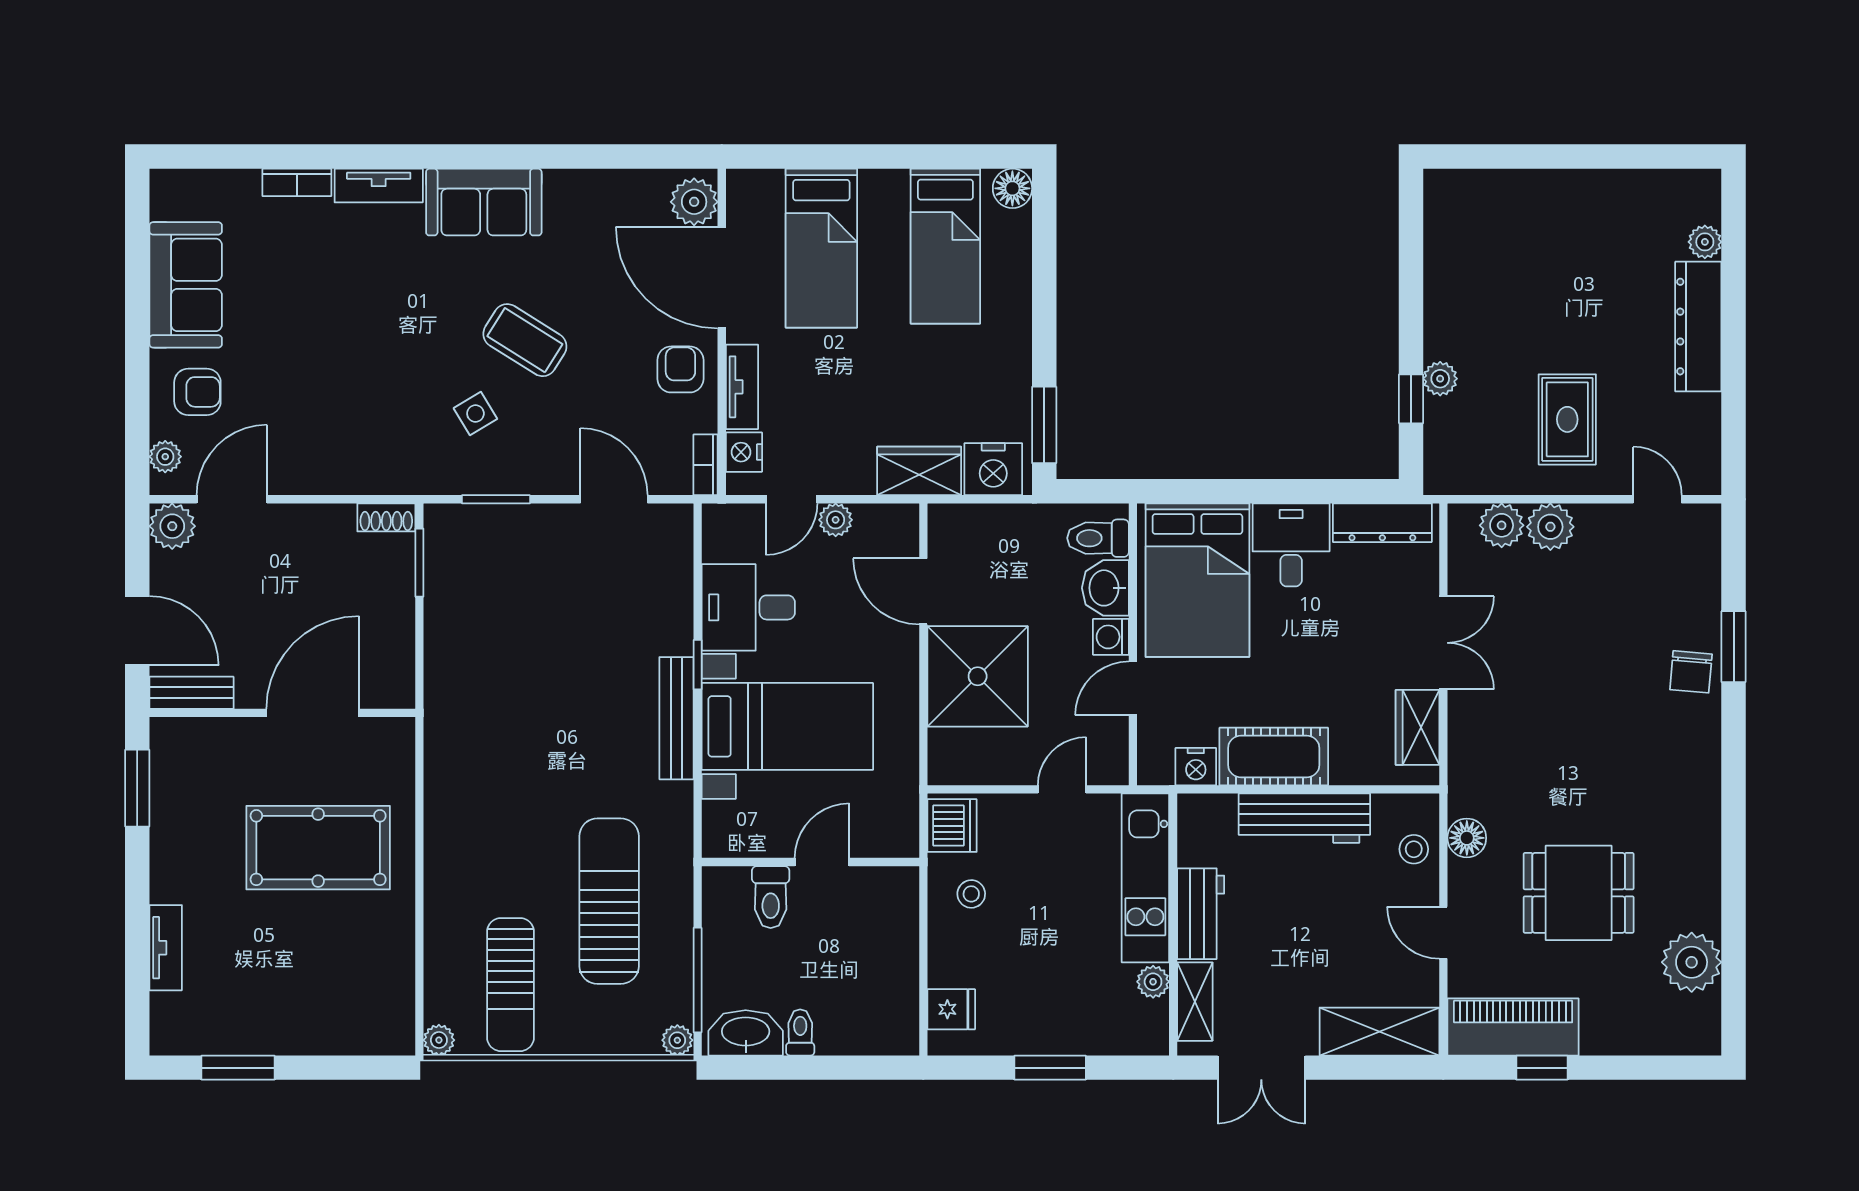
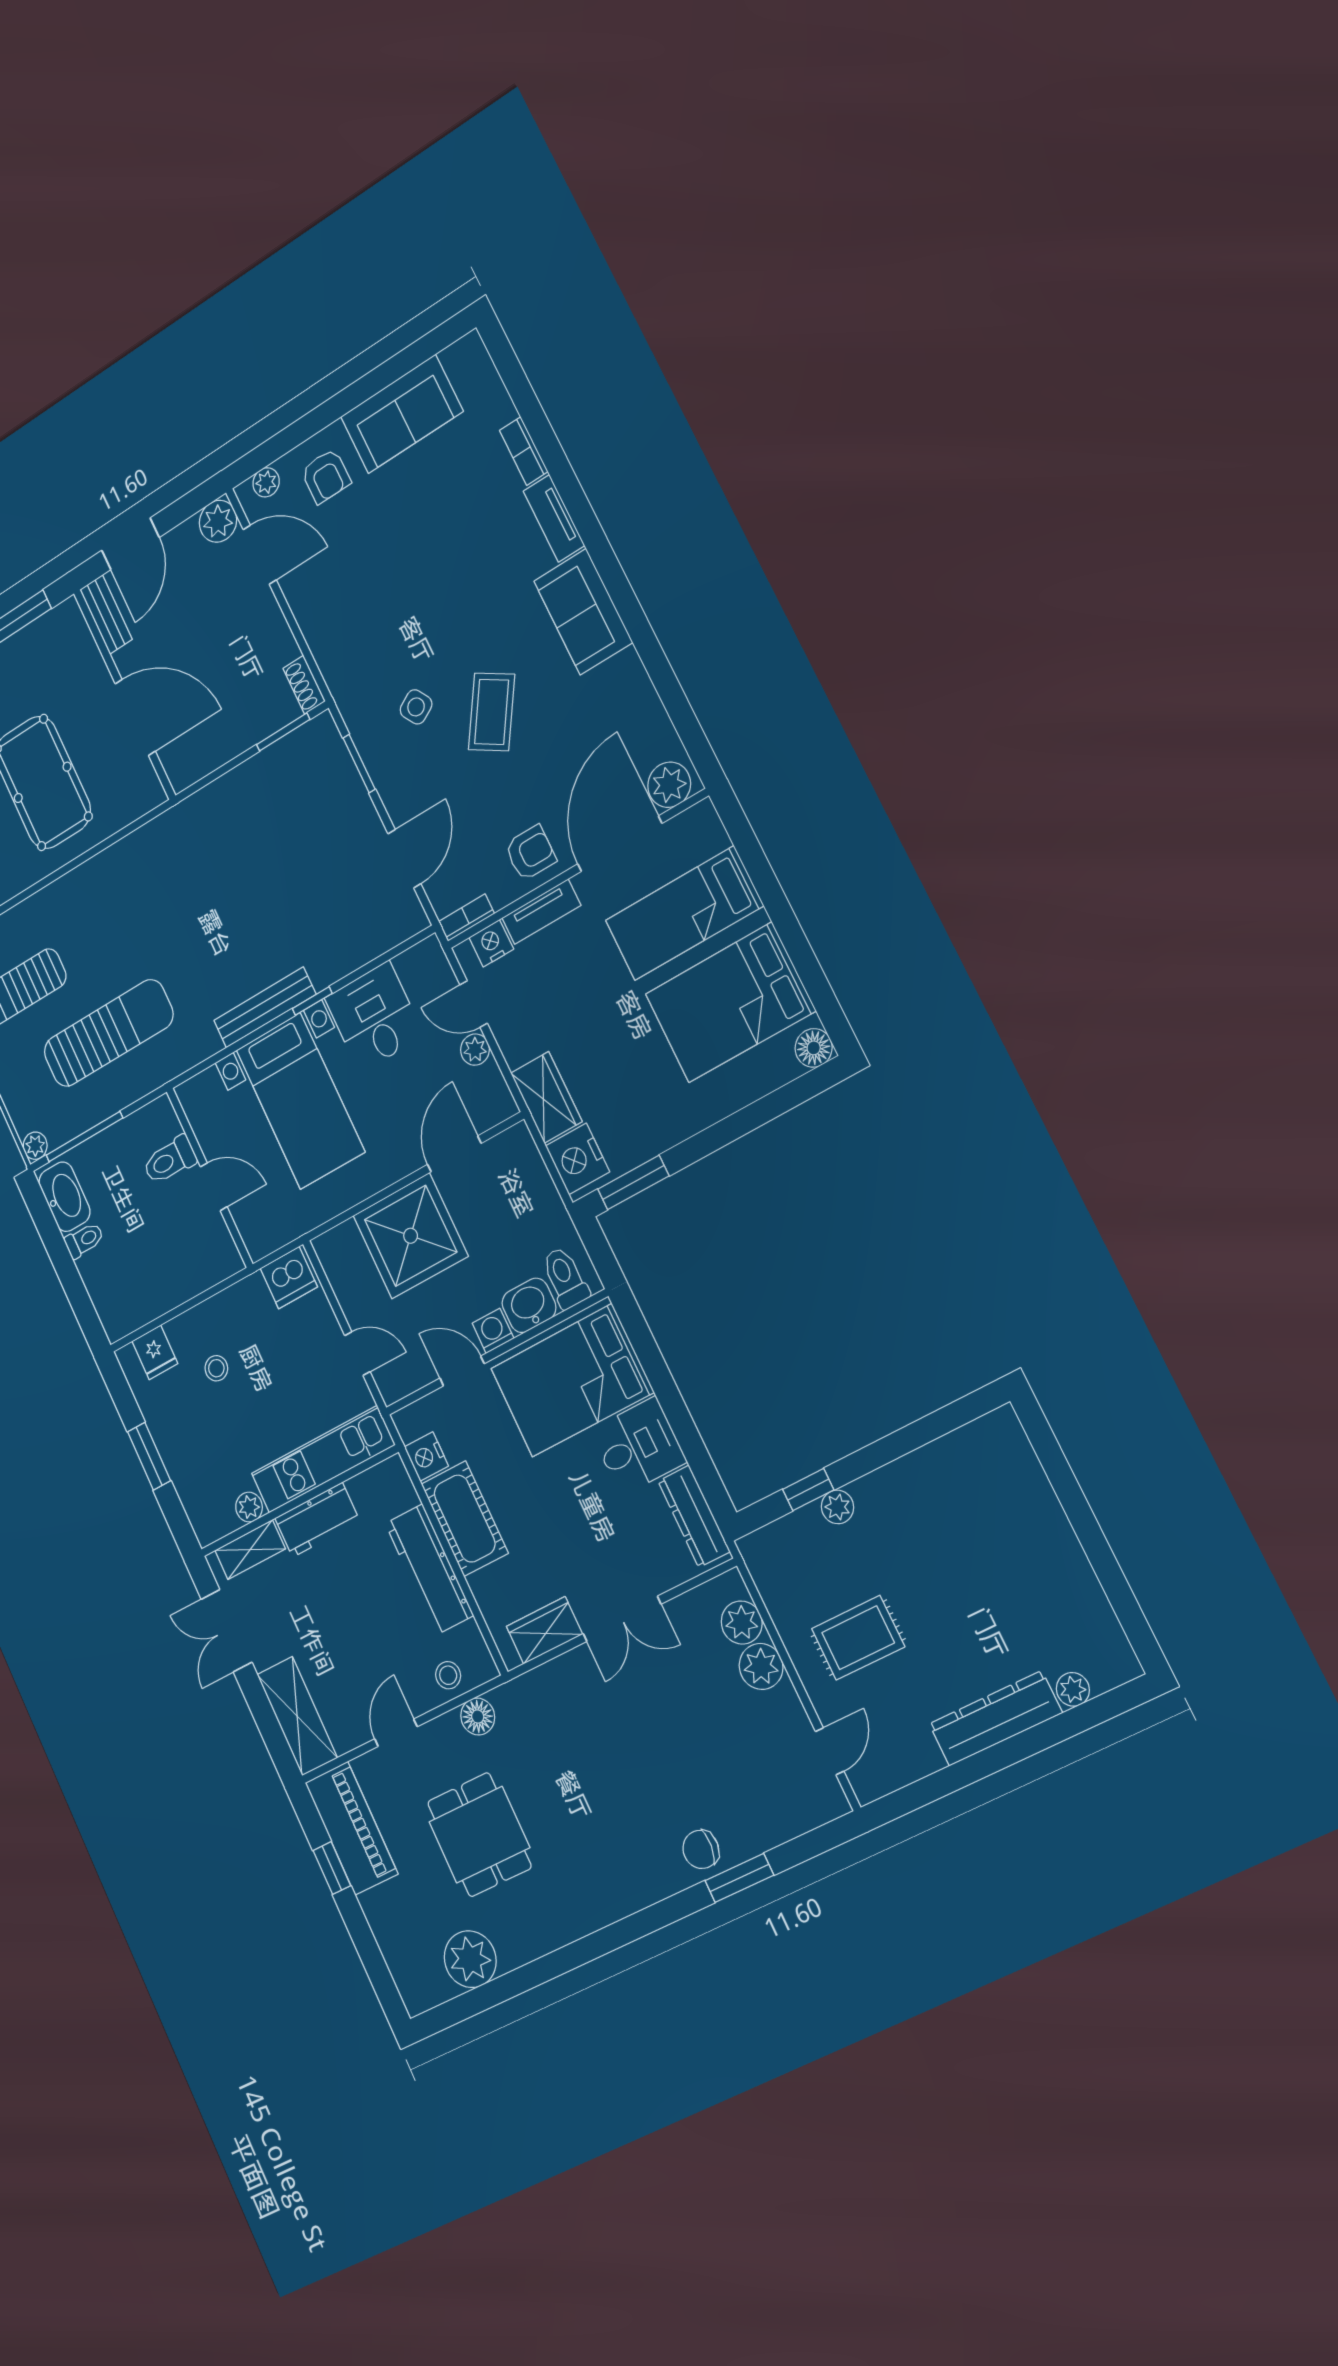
bed: (945, 246) -> (730, 1002), width x1.50
stool: (971, 894) -> (216, 1368), moved

